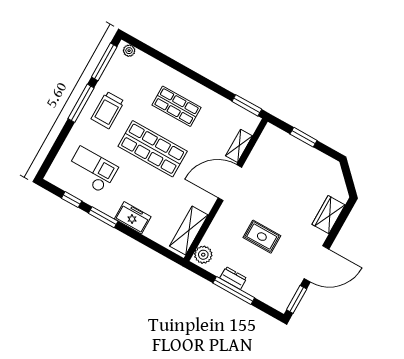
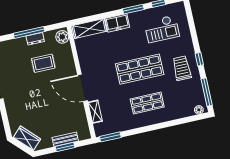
window: (81, 103) -> (199, 59), width x0.46
bench: (296, 145) -> (65, 139), added
door: (230, 183) -> (82, 88), swing flipped
wardrobe: (329, 215) -> (27, 138), moved, turned -45
shelving: (189, 230) -> (89, 29), moved, turned 90
rug: (262, 237) -> (43, 63), moved

